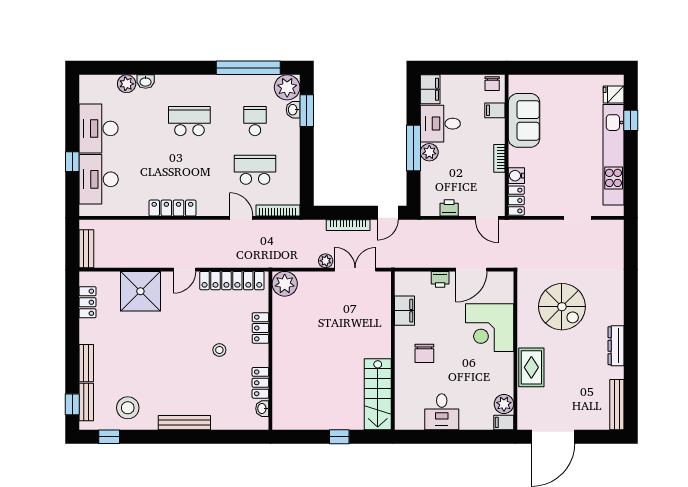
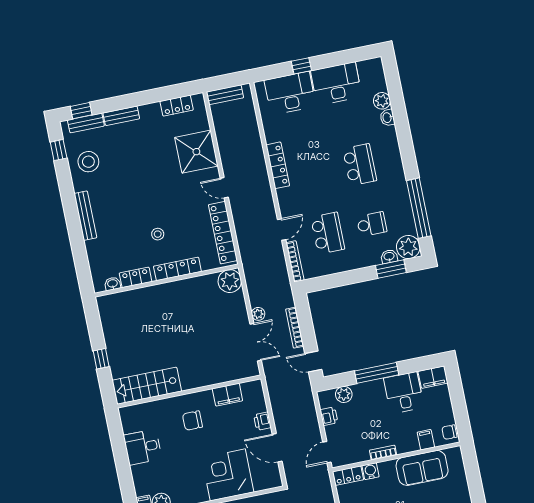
plant: (429, 152) -> (344, 394), moved
locker: (261, 328) -> (177, 269), width x1.53

